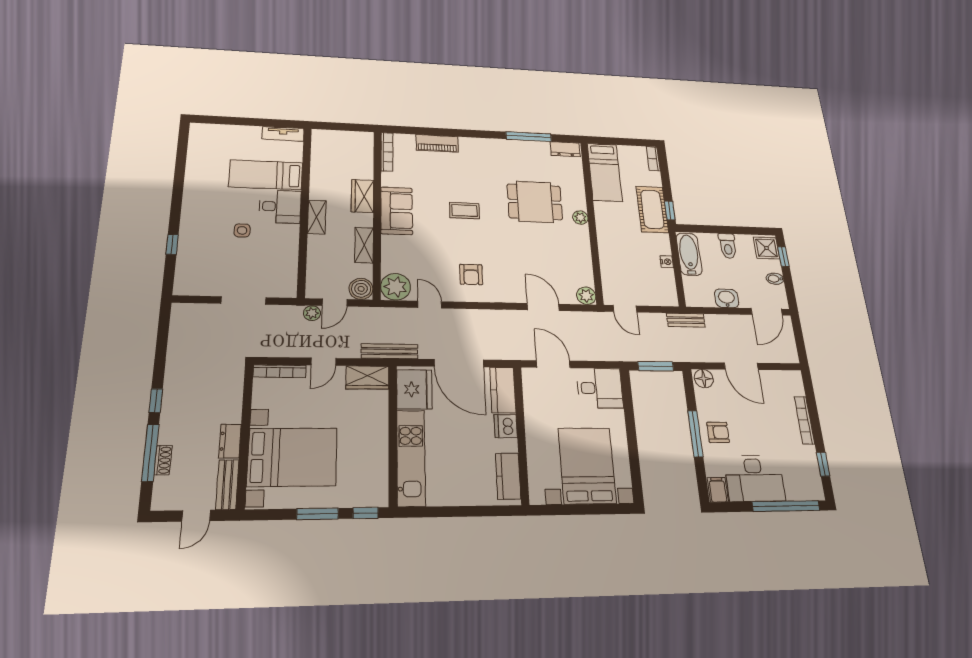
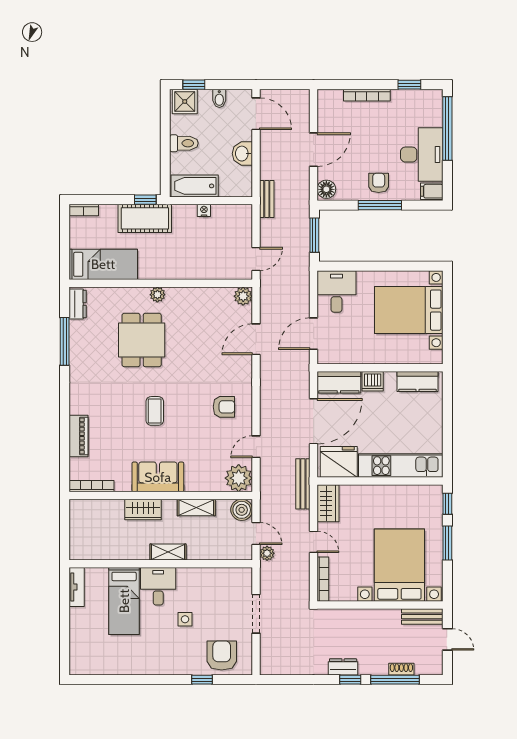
armchair: (198, 265) -> (222, 655), added
dresser: (230, 441) -> (343, 667), moved, turned 180

